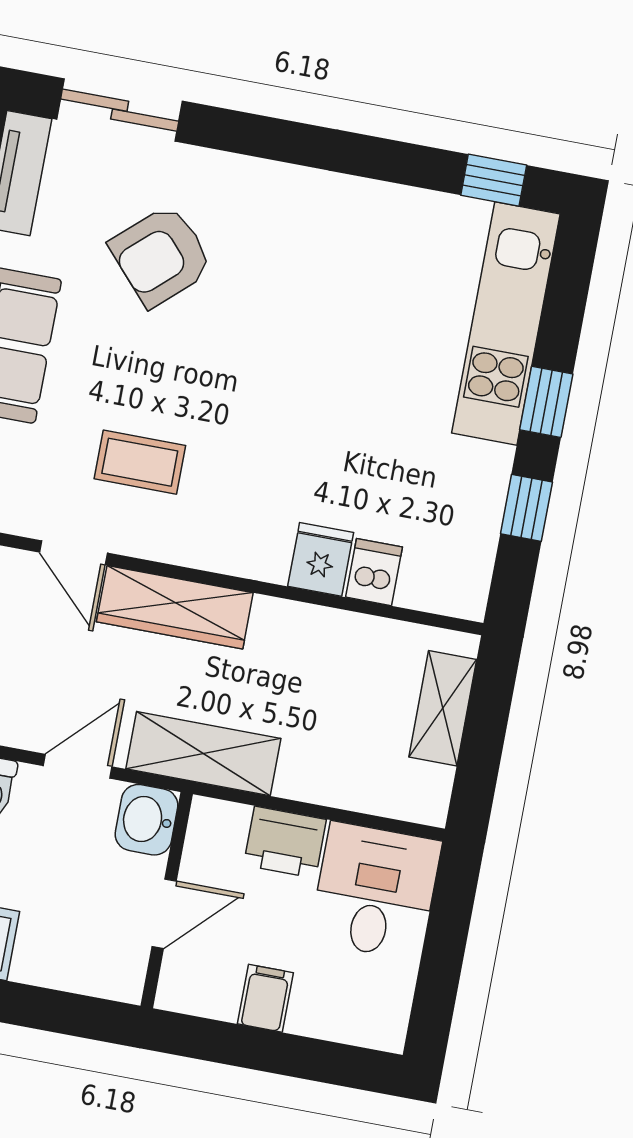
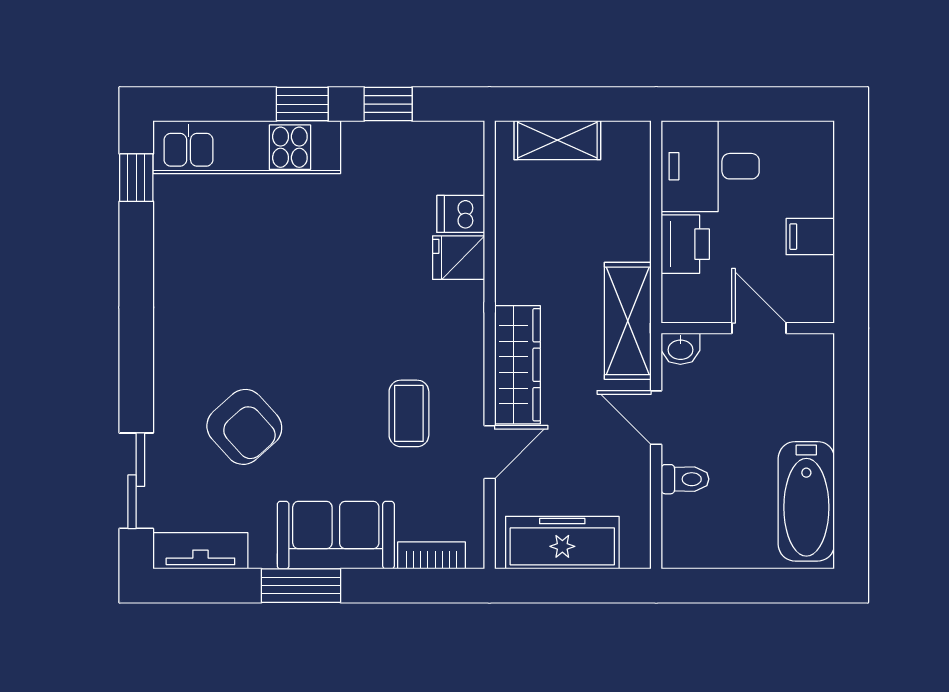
washbasin: (146, 820) -> (680, 349), width x0.72, depth x0.69

